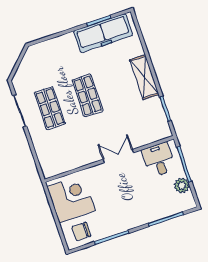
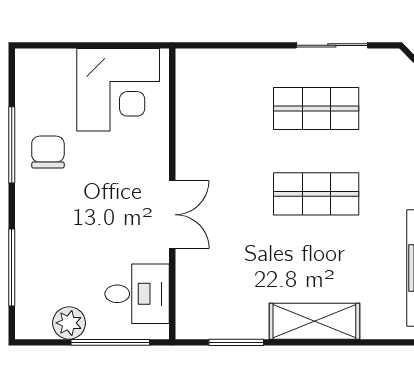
chair: (81, 231) -> (48, 152), moved

